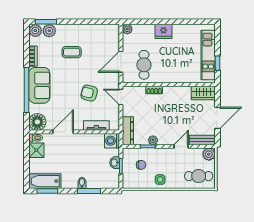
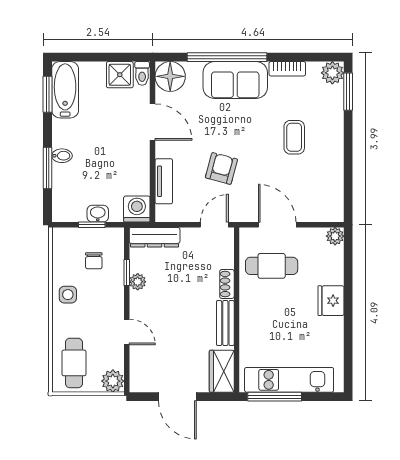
plant: (49, 31) -> (332, 98), removed
window: (218, 63) -> (275, 397), width x2.17
bench: (202, 140) -> (225, 323), moved

